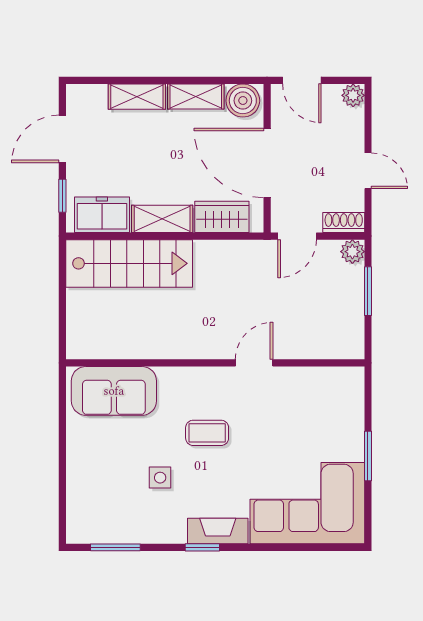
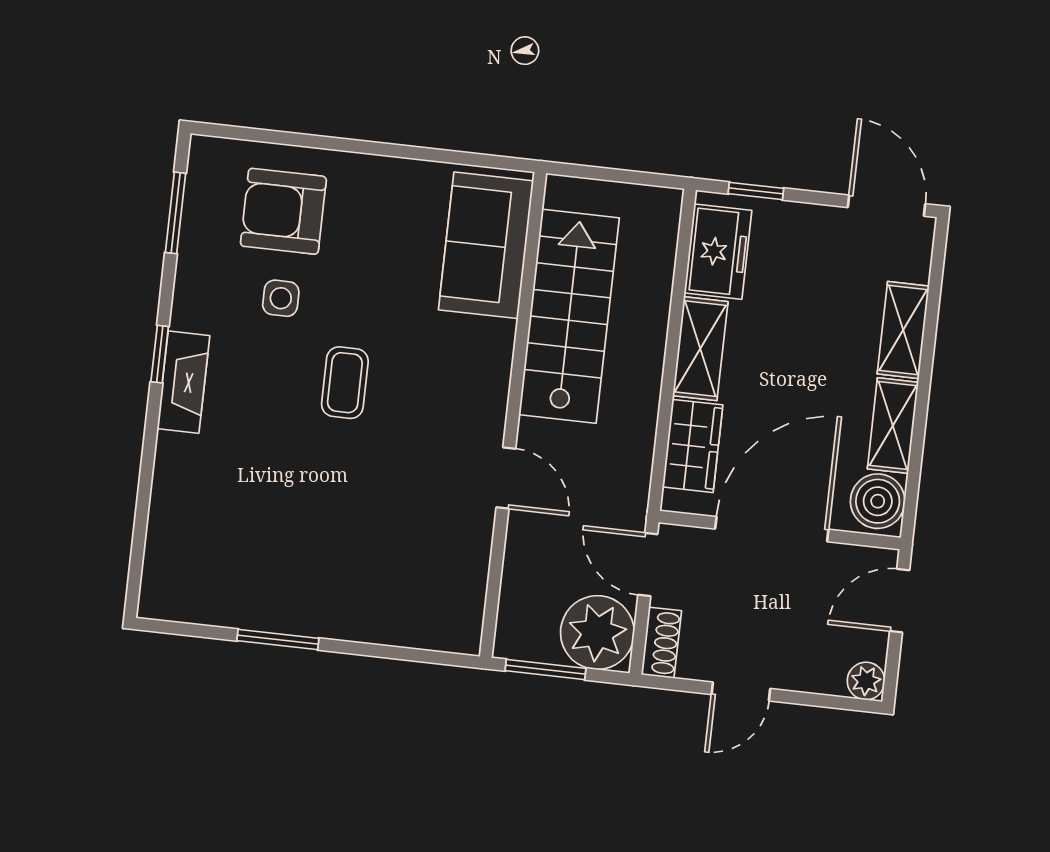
door: (62, 139) -> (887, 206), moved
plant: (352, 252) -> (597, 633), width x1.87, depth x1.87
stairs: (129, 263) -> (569, 316), moved, turned 180
wall: (215, 363) -> (513, 415), moved
door: (254, 363) -> (506, 478), moved
sofa: (114, 391) -> (486, 245), moved
armchair: (107, 482) -> (283, 211), added
corner sofa: (307, 503) -> (212, 533), removed

